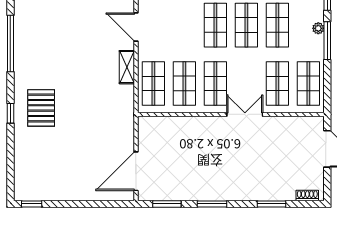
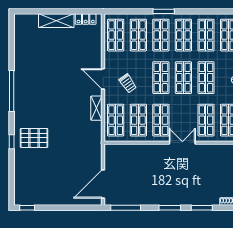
trolley: (170, 33) -> (128, 83), added
pallet: (41, 108) -> (34, 138), turned 90
window: (167, 204) -> (126, 208), width x1.44
window: (212, 204) -> (170, 208), moved

